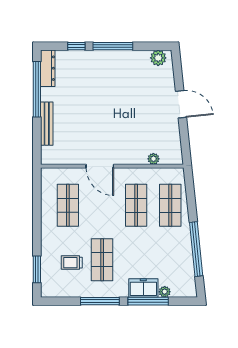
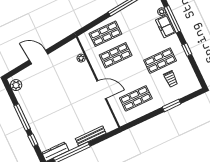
door: (181, 104) -> (39, 57), hinge flipped
door: (100, 166) -> (102, 90), hinge flipped
window: (37, 269) -> (172, 105), moved
window: (100, 301) -> (187, 50), width x0.46

